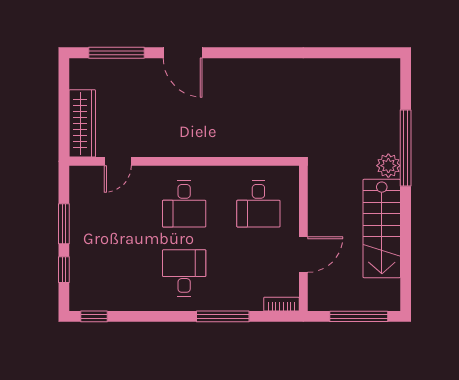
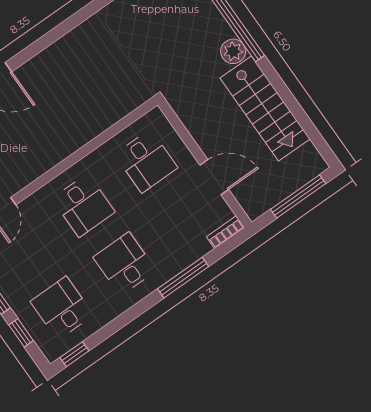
door: (303, 255) -> (214, 177), hinge flipped
desk: (110, 273) -> (62, 308), added

